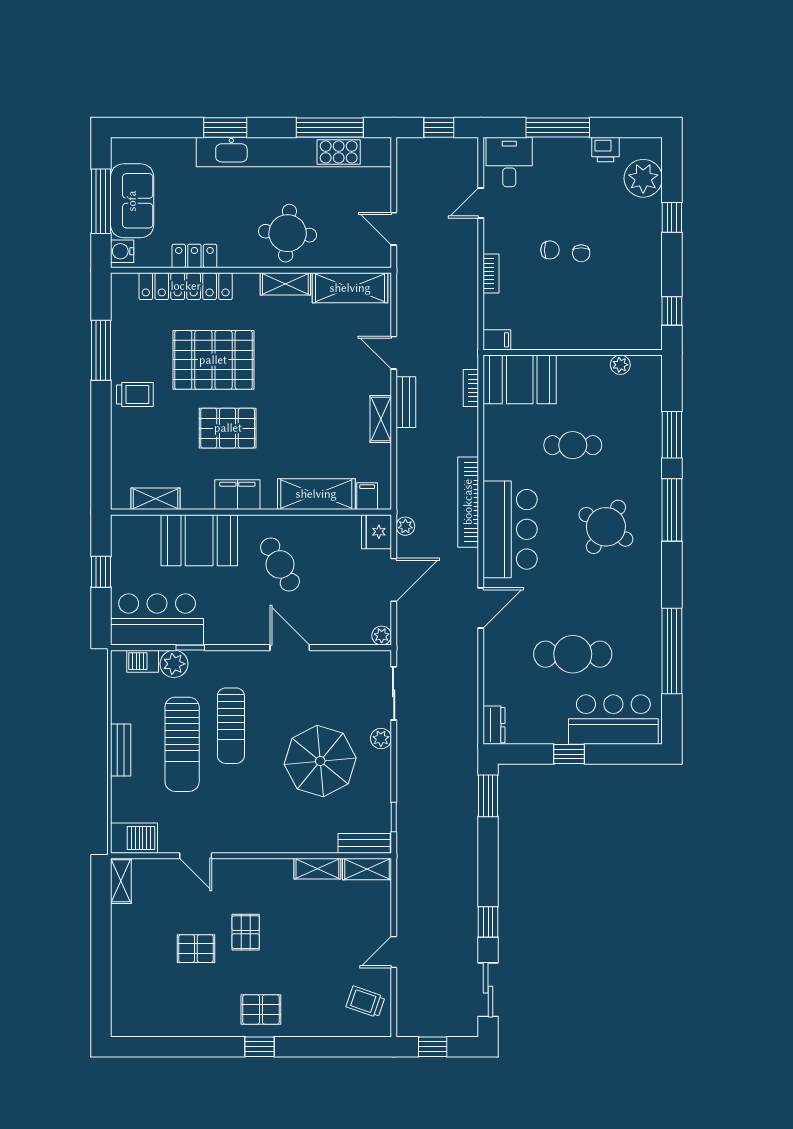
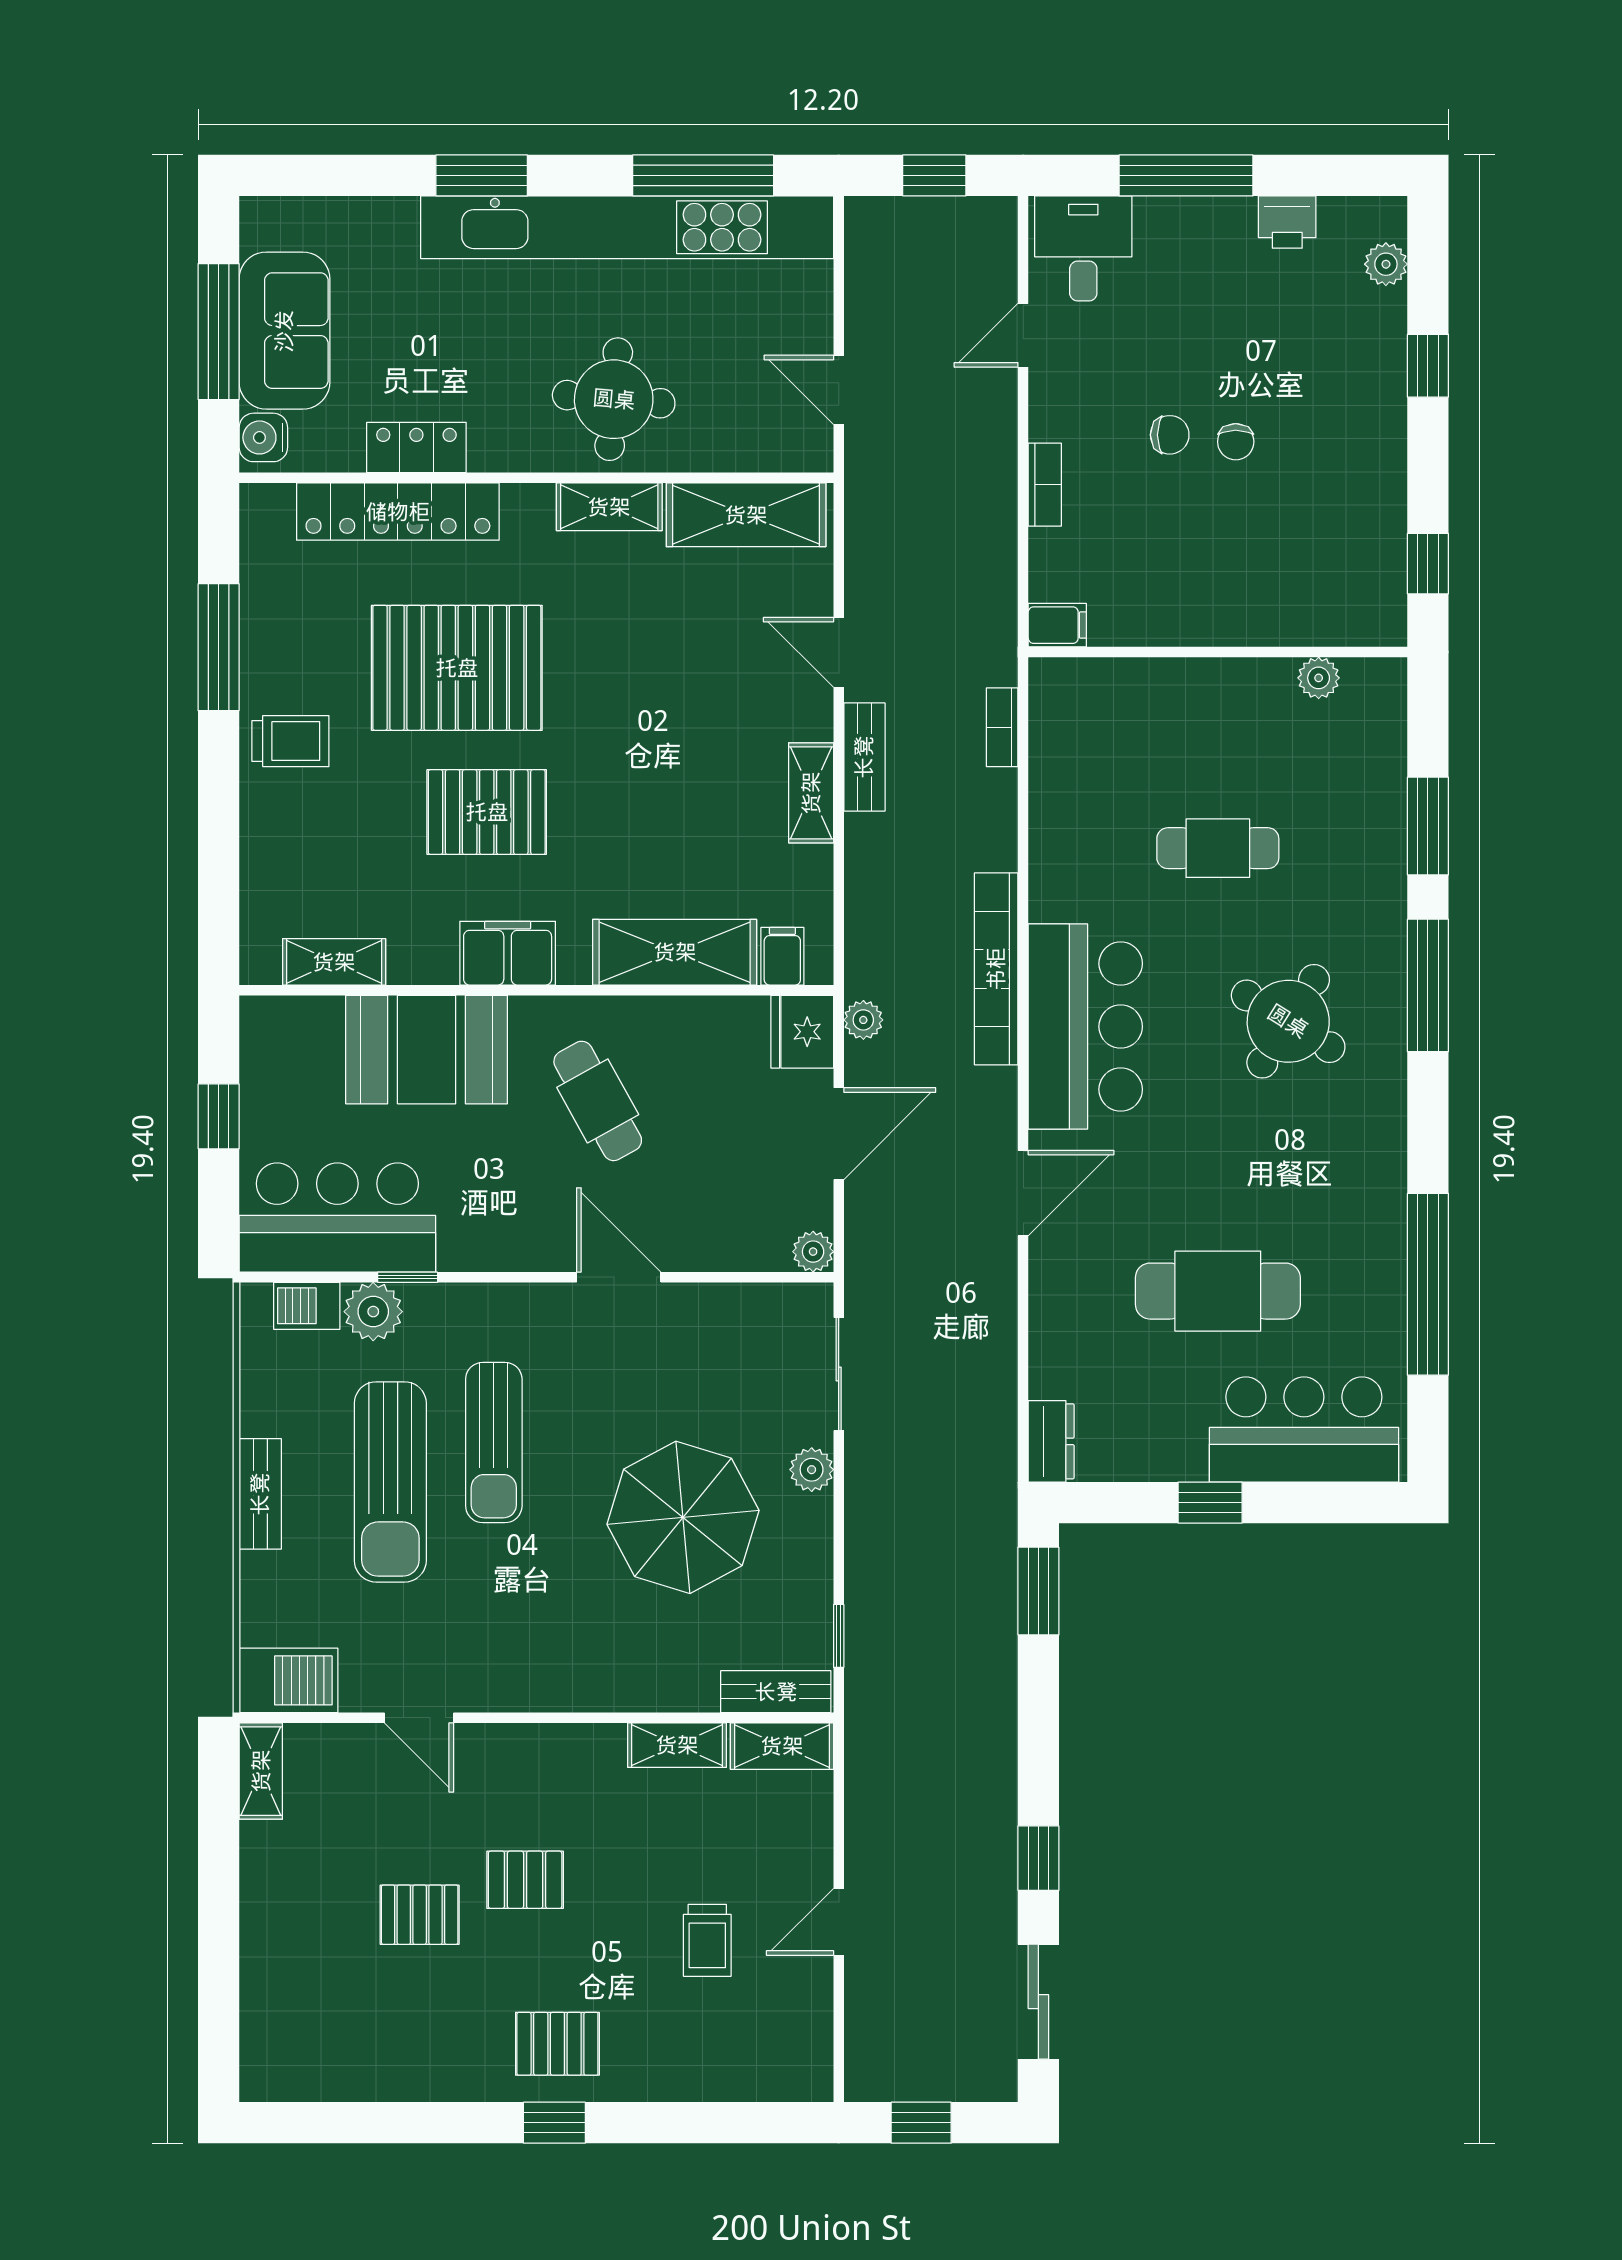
plant: (643, 178) -> (1386, 264), width x0.53, depth x0.53
booth: (520, 379) -> (1106, 709), removed
pallet: (246, 932) -> (525, 1880), turned 90
trolley: (365, 1002) -> (707, 1940), moved, turned -109

